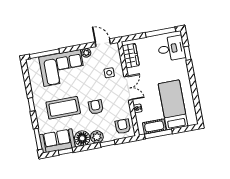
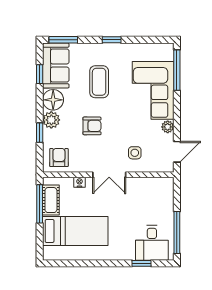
wardrobe: (131, 56) -> (153, 186), removed
coffee table: (63, 108) -> (99, 82), width x0.73, depth x0.76
armchair: (123, 126) -> (59, 158), turned -90

